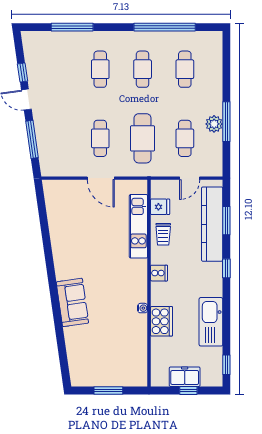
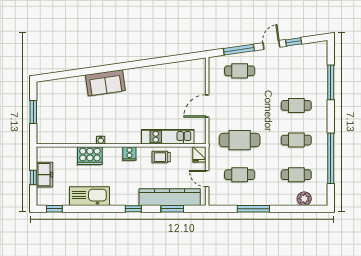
plant: (214, 124) -> (304, 199), moved
cafe table: (100, 138) -> (240, 71), moved
fridge: (160, 207) -> (199, 154), moved

